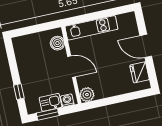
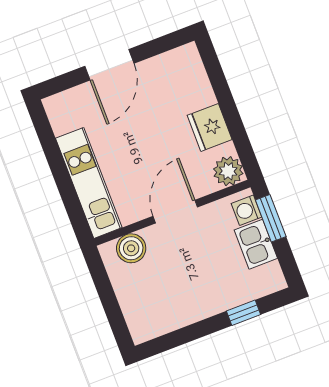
fridge: (140, 72) -> (210, 127), moved, turned 90
window: (48, 114) -> (271, 218), moved

